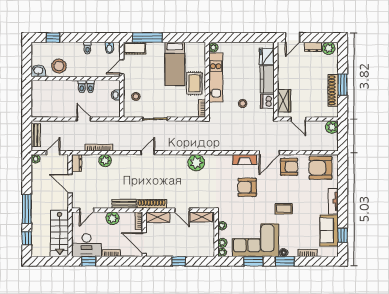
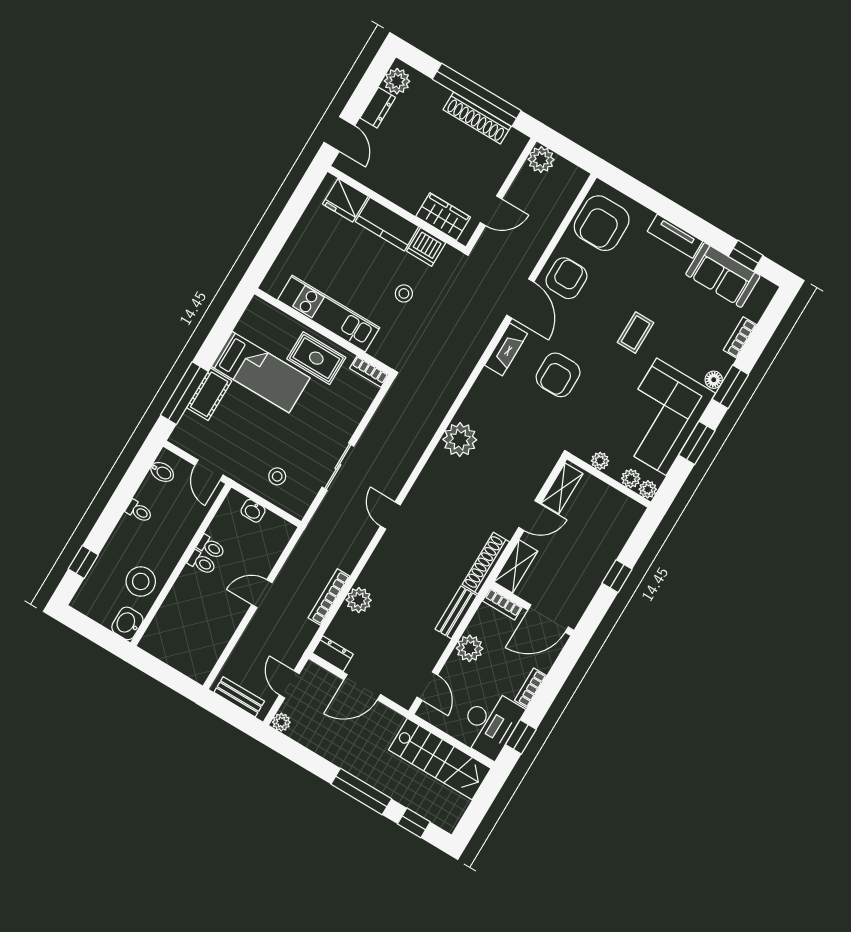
plant: (213, 47) -> (273, 286), removed
cot: (135, 48) -> (209, 394), moved
window: (343, 85) -> (477, 95), width x2.11

